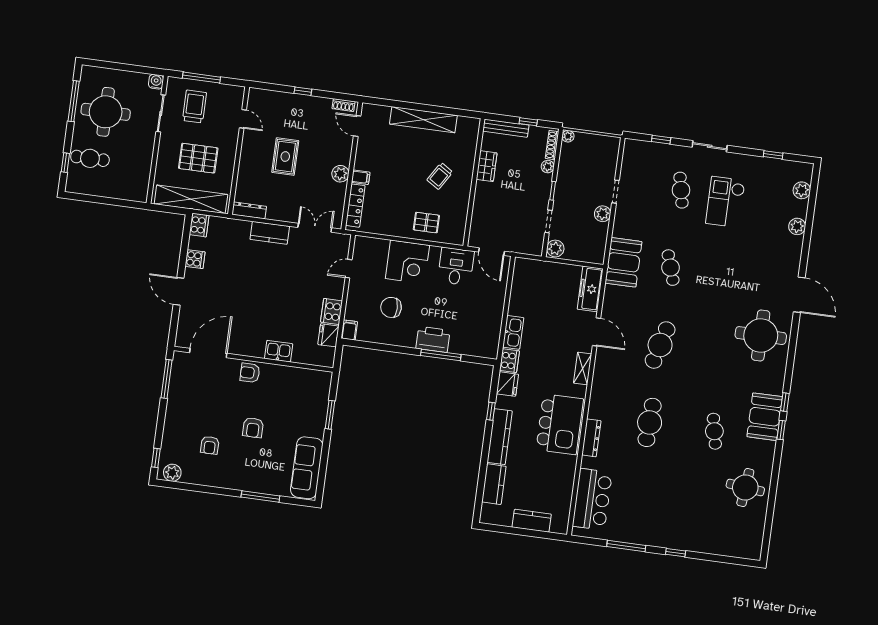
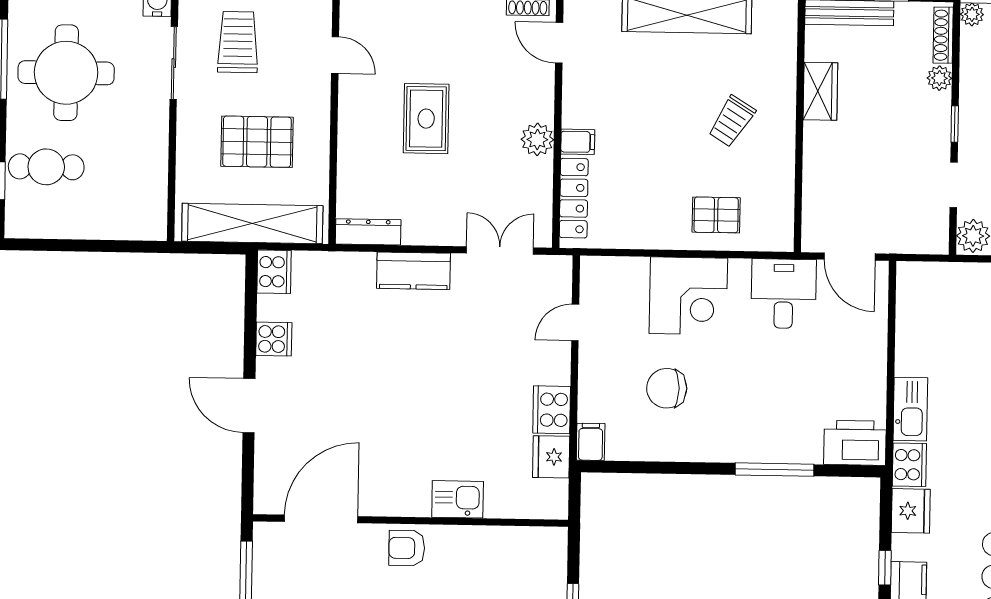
printer: (433, 339) -> (855, 443), moved

